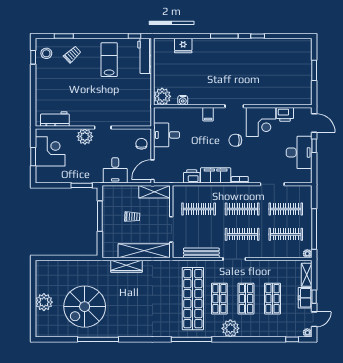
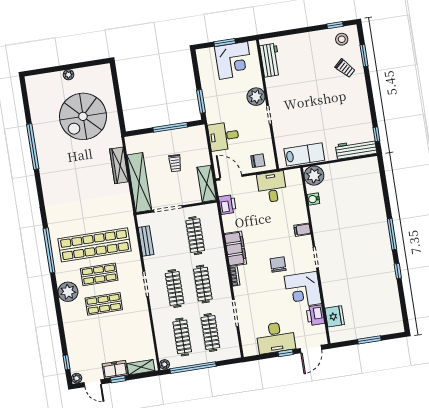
fridge: (183, 46) -> (335, 316), moved, turned 180
lab bench: (109, 60) -> (304, 154), moved
printer: (192, 176) -> (227, 205), moved
bench: (201, 253) -> (146, 241), width x0.73
shop shelf: (272, 299) -> (108, 333), removed
plant: (44, 302) -> (68, 75), width x0.53, depth x0.53
spiral stairs: (85, 307) -> (83, 116), moved, turned -90

